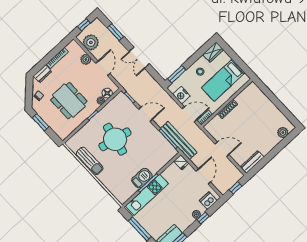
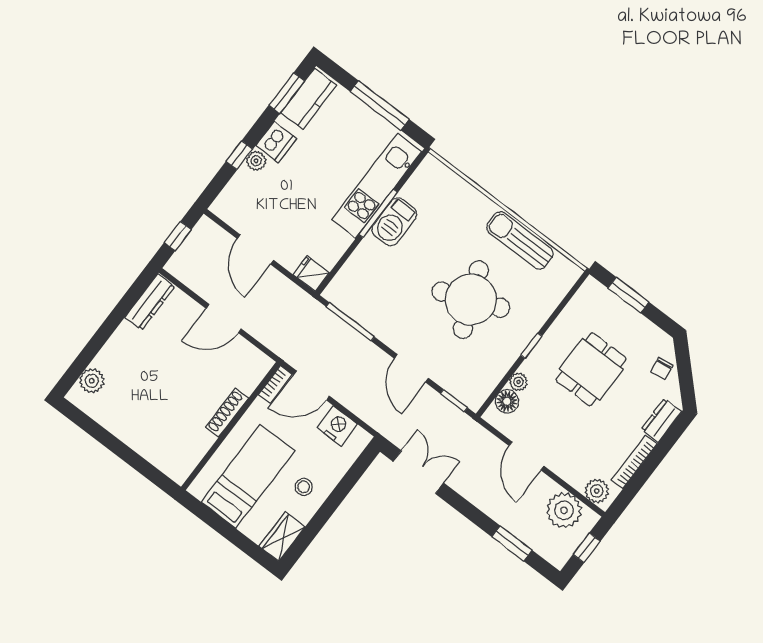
double door: (139, 58) -> (418, 472), moved
plant: (86, 59) -> (597, 491), moved
window: (177, 74) -> (356, 472), removed
dining table: (69, 101) -> (591, 369), width x0.73
door: (145, 114) -> (411, 368), hinge flipped
window: (41, 122) -> (628, 295), moved
round table: (115, 139) -> (471, 300), turned -34
bench: (179, 140) -> (325, 322), removed
dishwasher: (208, 201) -> (276, 142), moved

